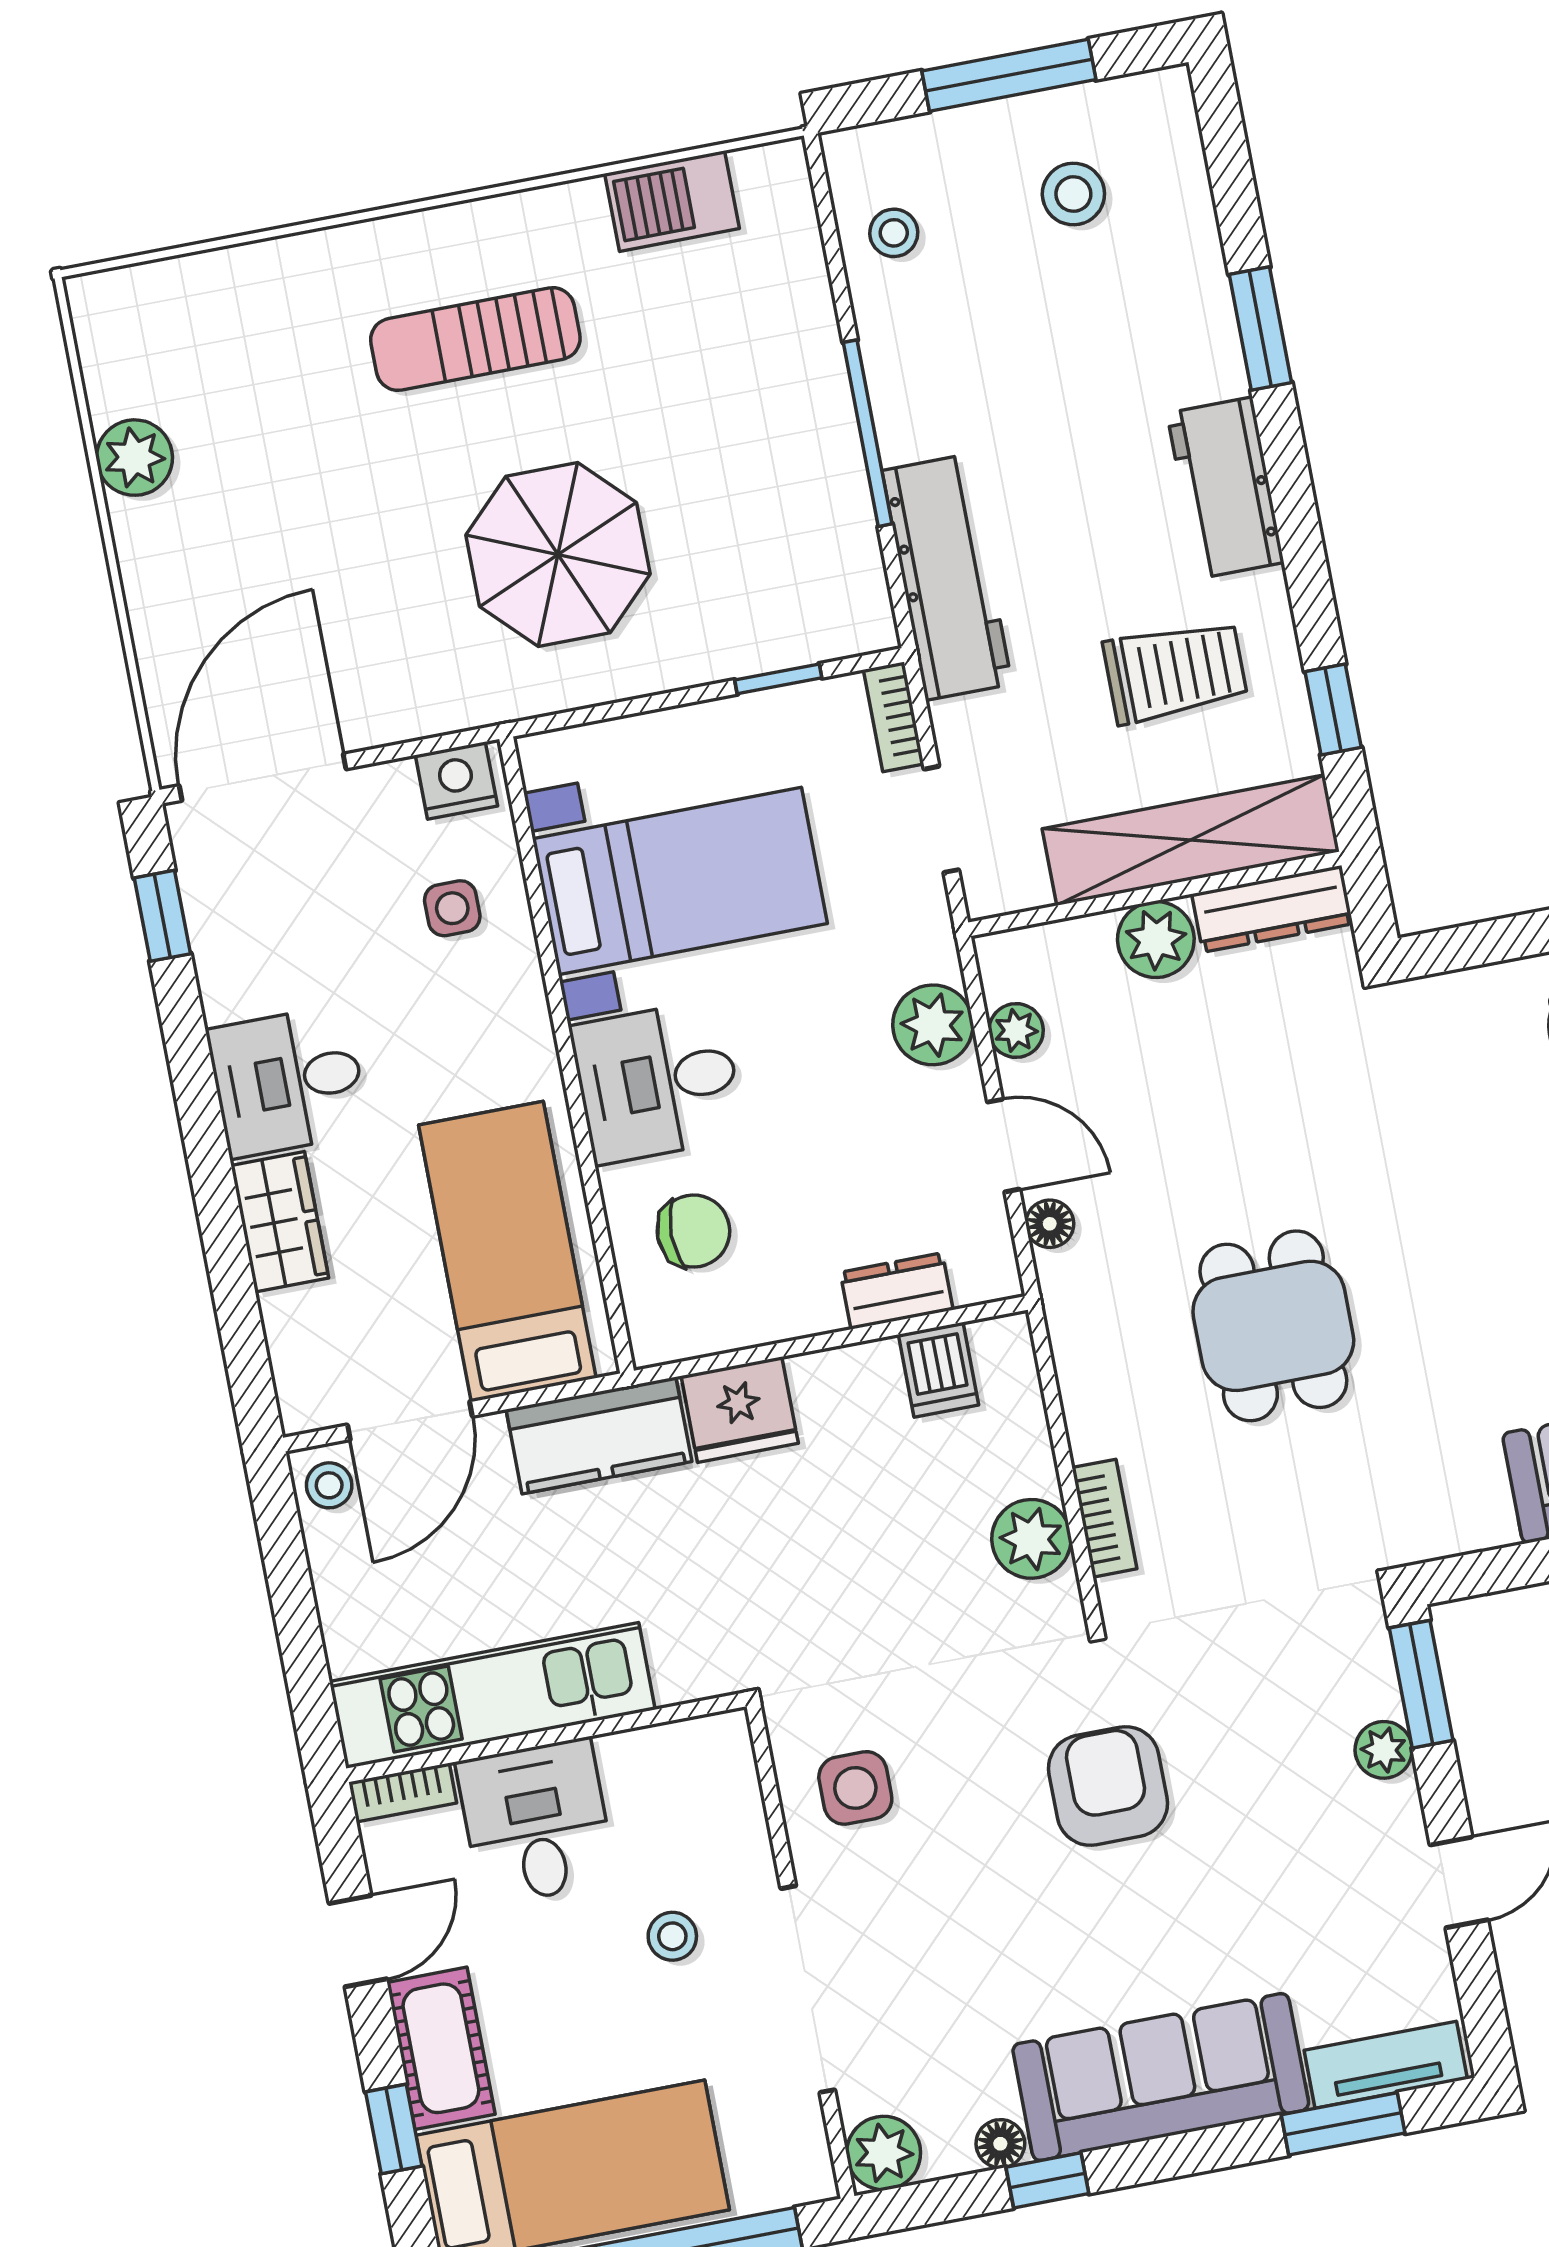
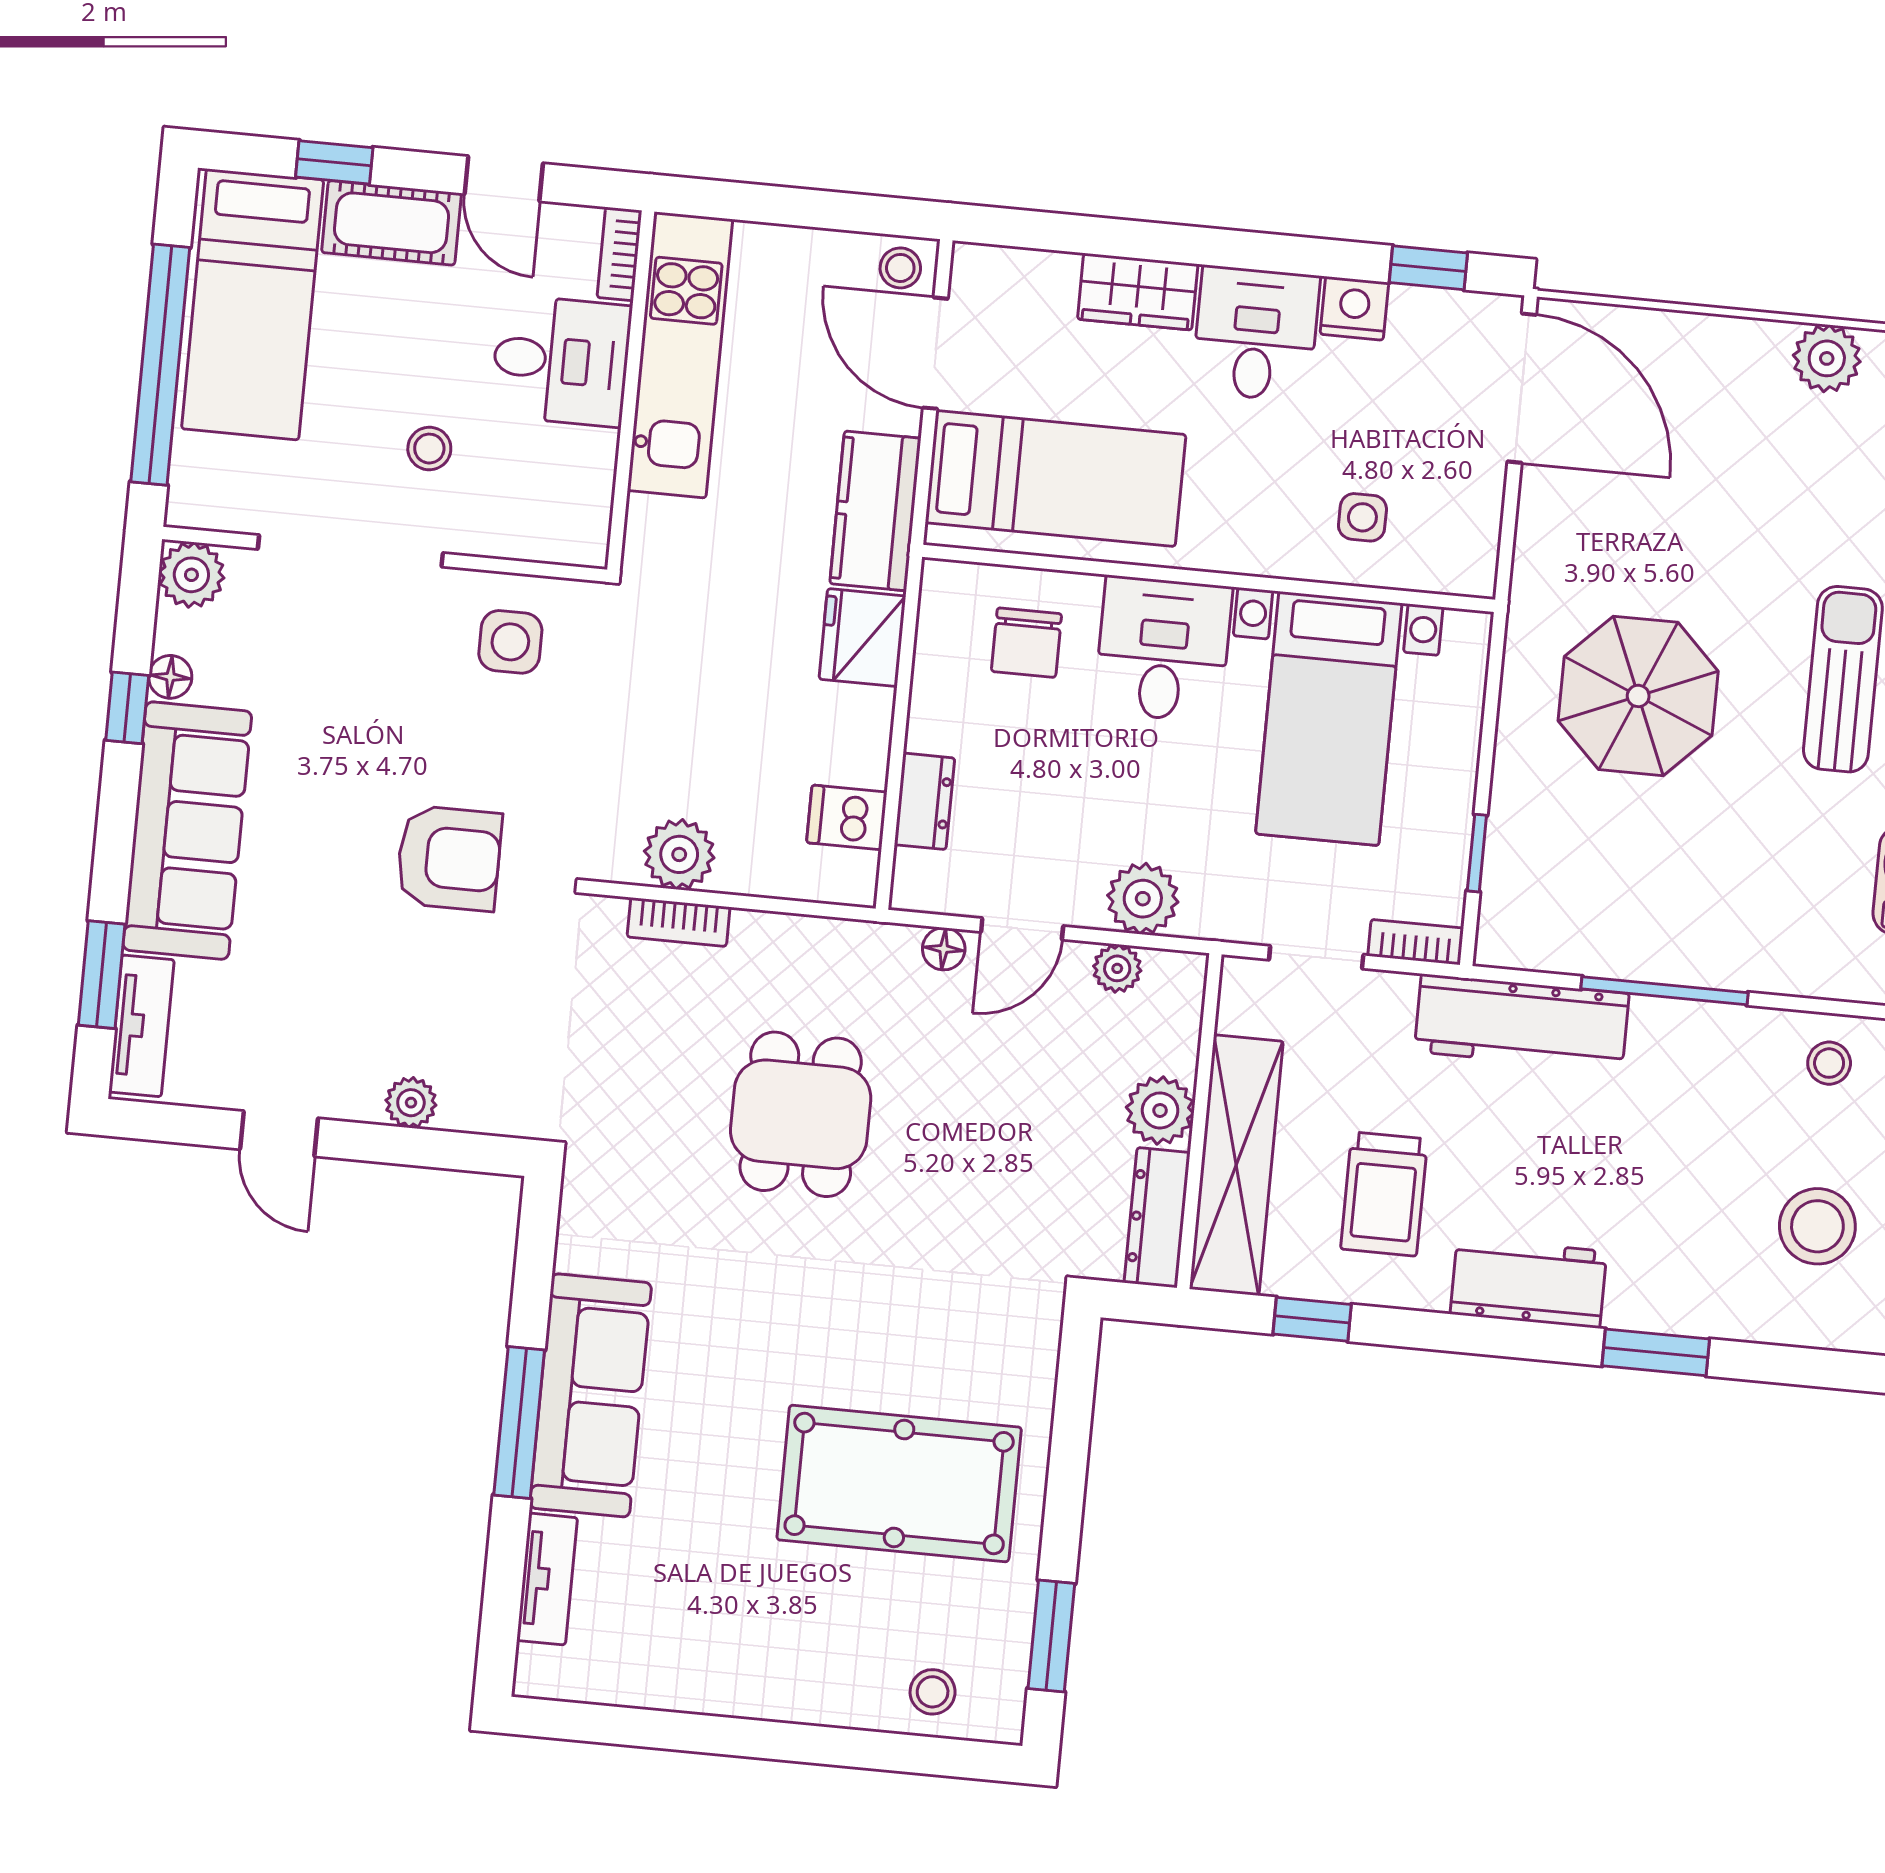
stool: (1073, 194) -> (1817, 1226), width x1.38, depth x1.38
nightstand: (456, 781) -> (1354, 308), moved, turned -90
dining table: (1273, 1326) -> (801, 1114), turned 90
window: (1421, 1684) -> (458, 1151), removed

